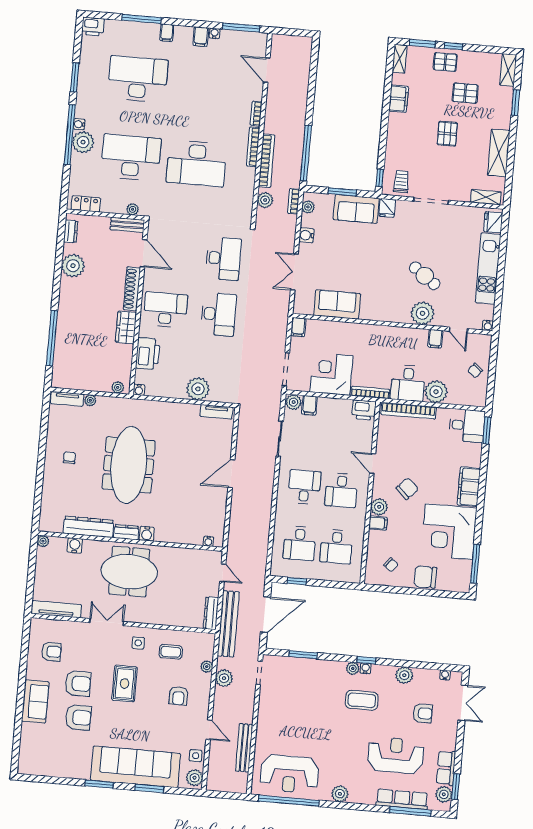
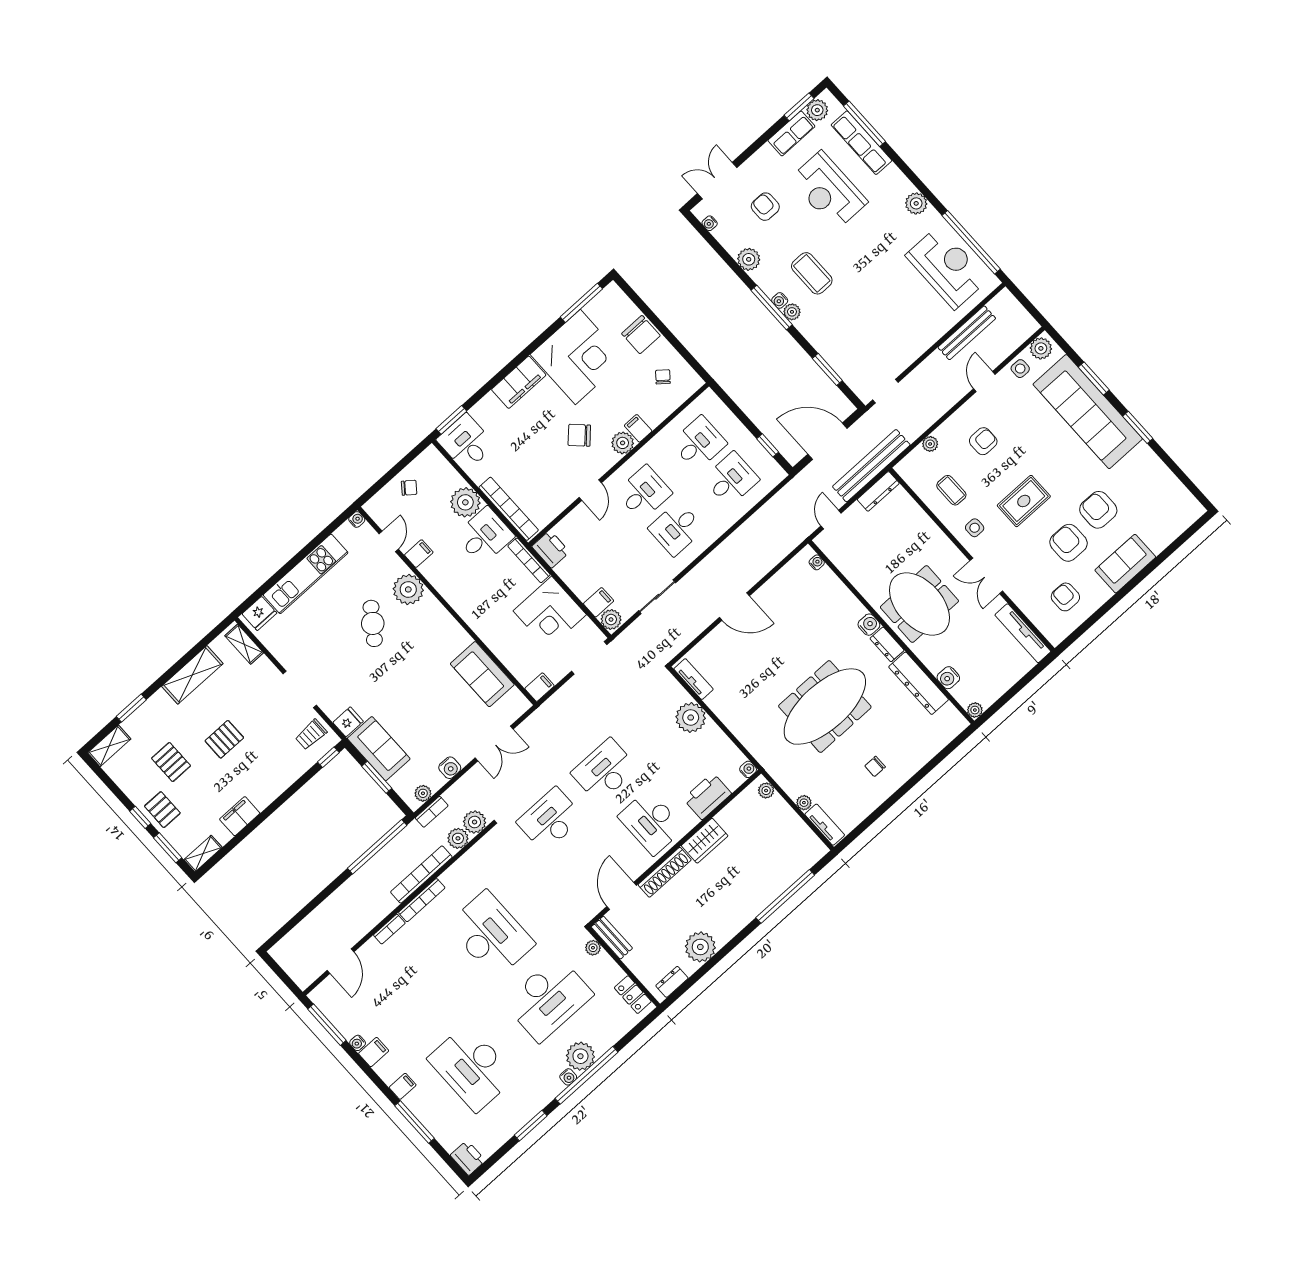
desk: (131, 158) -> (548, 999), turned -90
window: (366, 660) -> (772, 308), width x2.17
plant: (224, 678) -> (475, 822), moved

